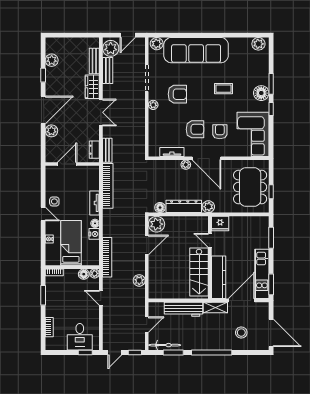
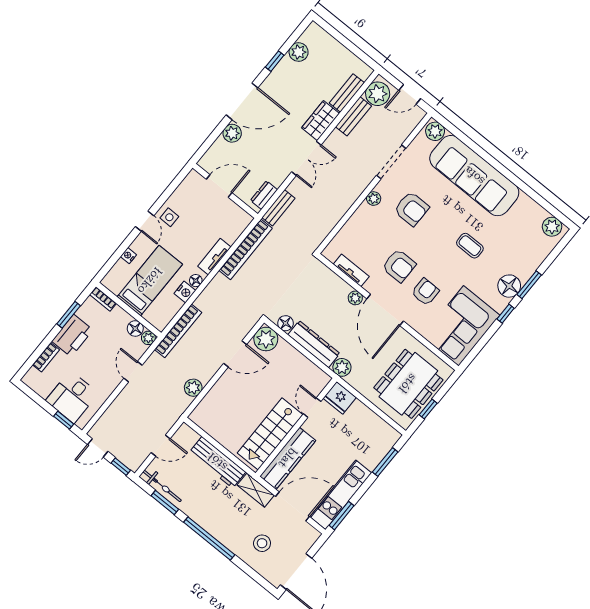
printer: (54, 305) -> (72, 336), added

